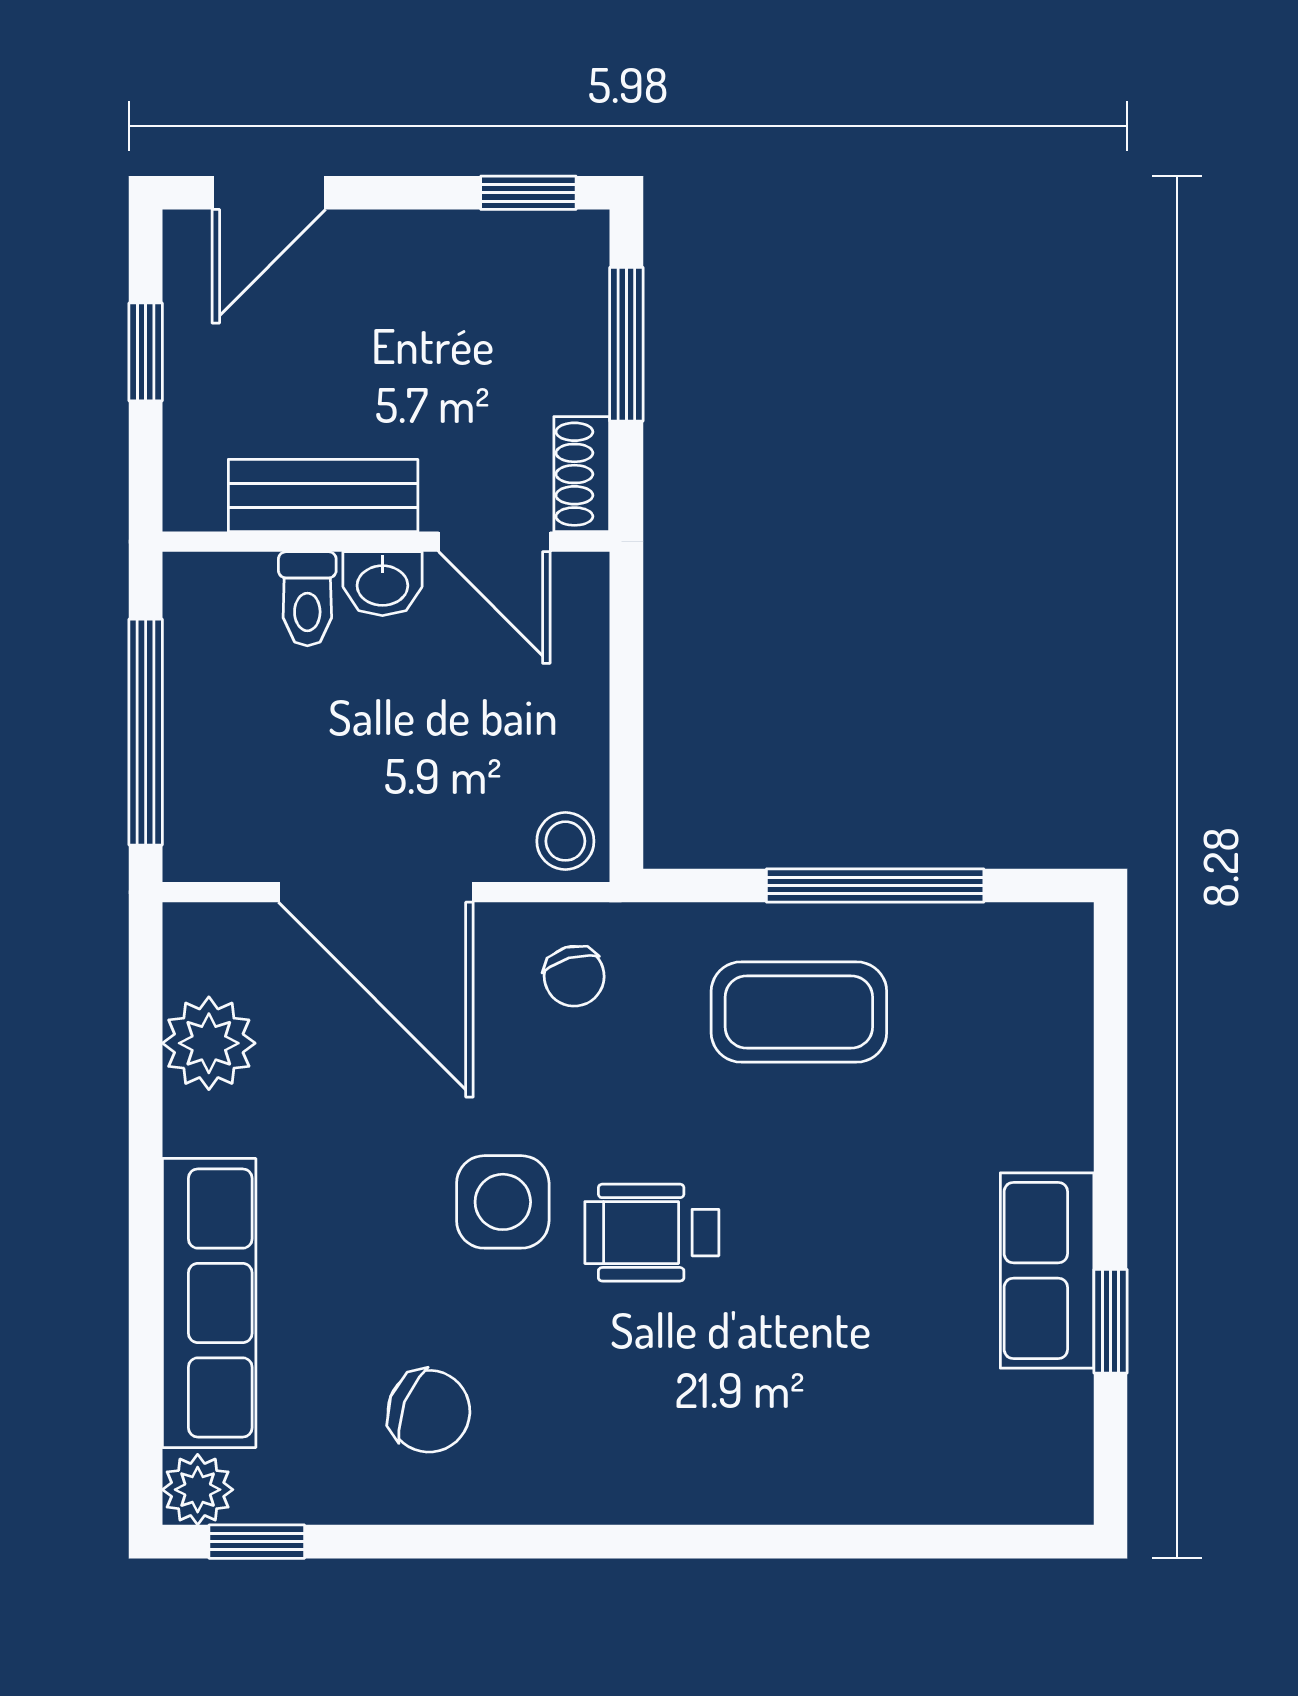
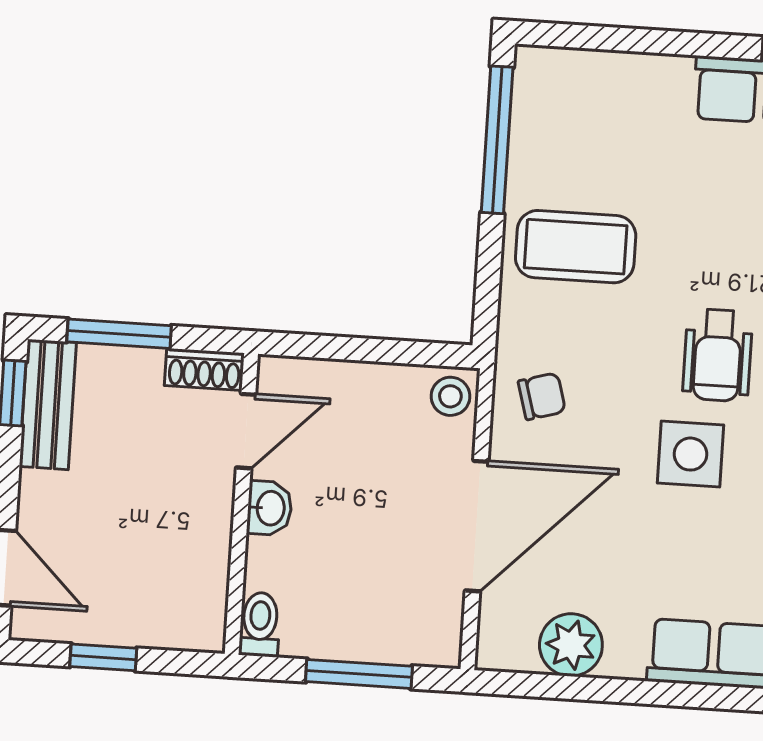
bench: (323, 495) -> (48, 404), moved
toilet: (307, 599) -> (260, 624), moved, turned -90
window: (146, 732) -> (359, 674), width x0.69
window: (875, 886) -> (497, 140), moved
coffee table: (799, 1012) -> (576, 247), turned 90

